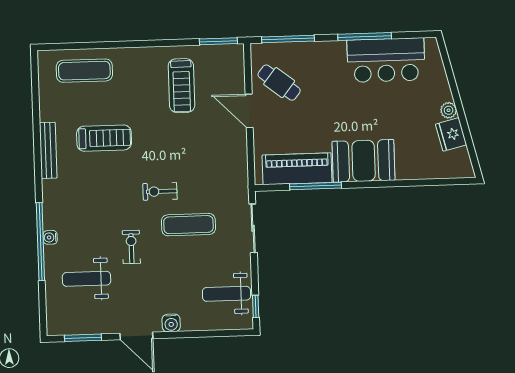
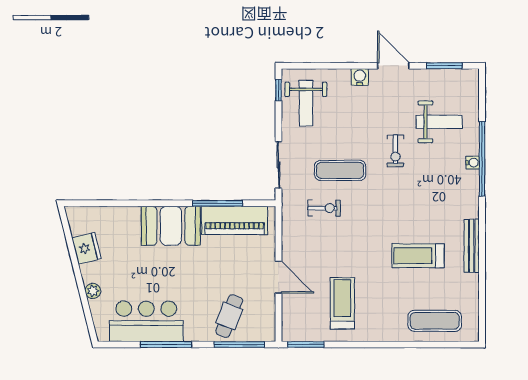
cafe table: (279, 83) -> (229, 316), moved, turned 73
plant: (449, 110) -> (93, 291), moved
exercise bike: (160, 191) -> (324, 208), moved
weight bench: (227, 294) -> (306, 103), turned 90

